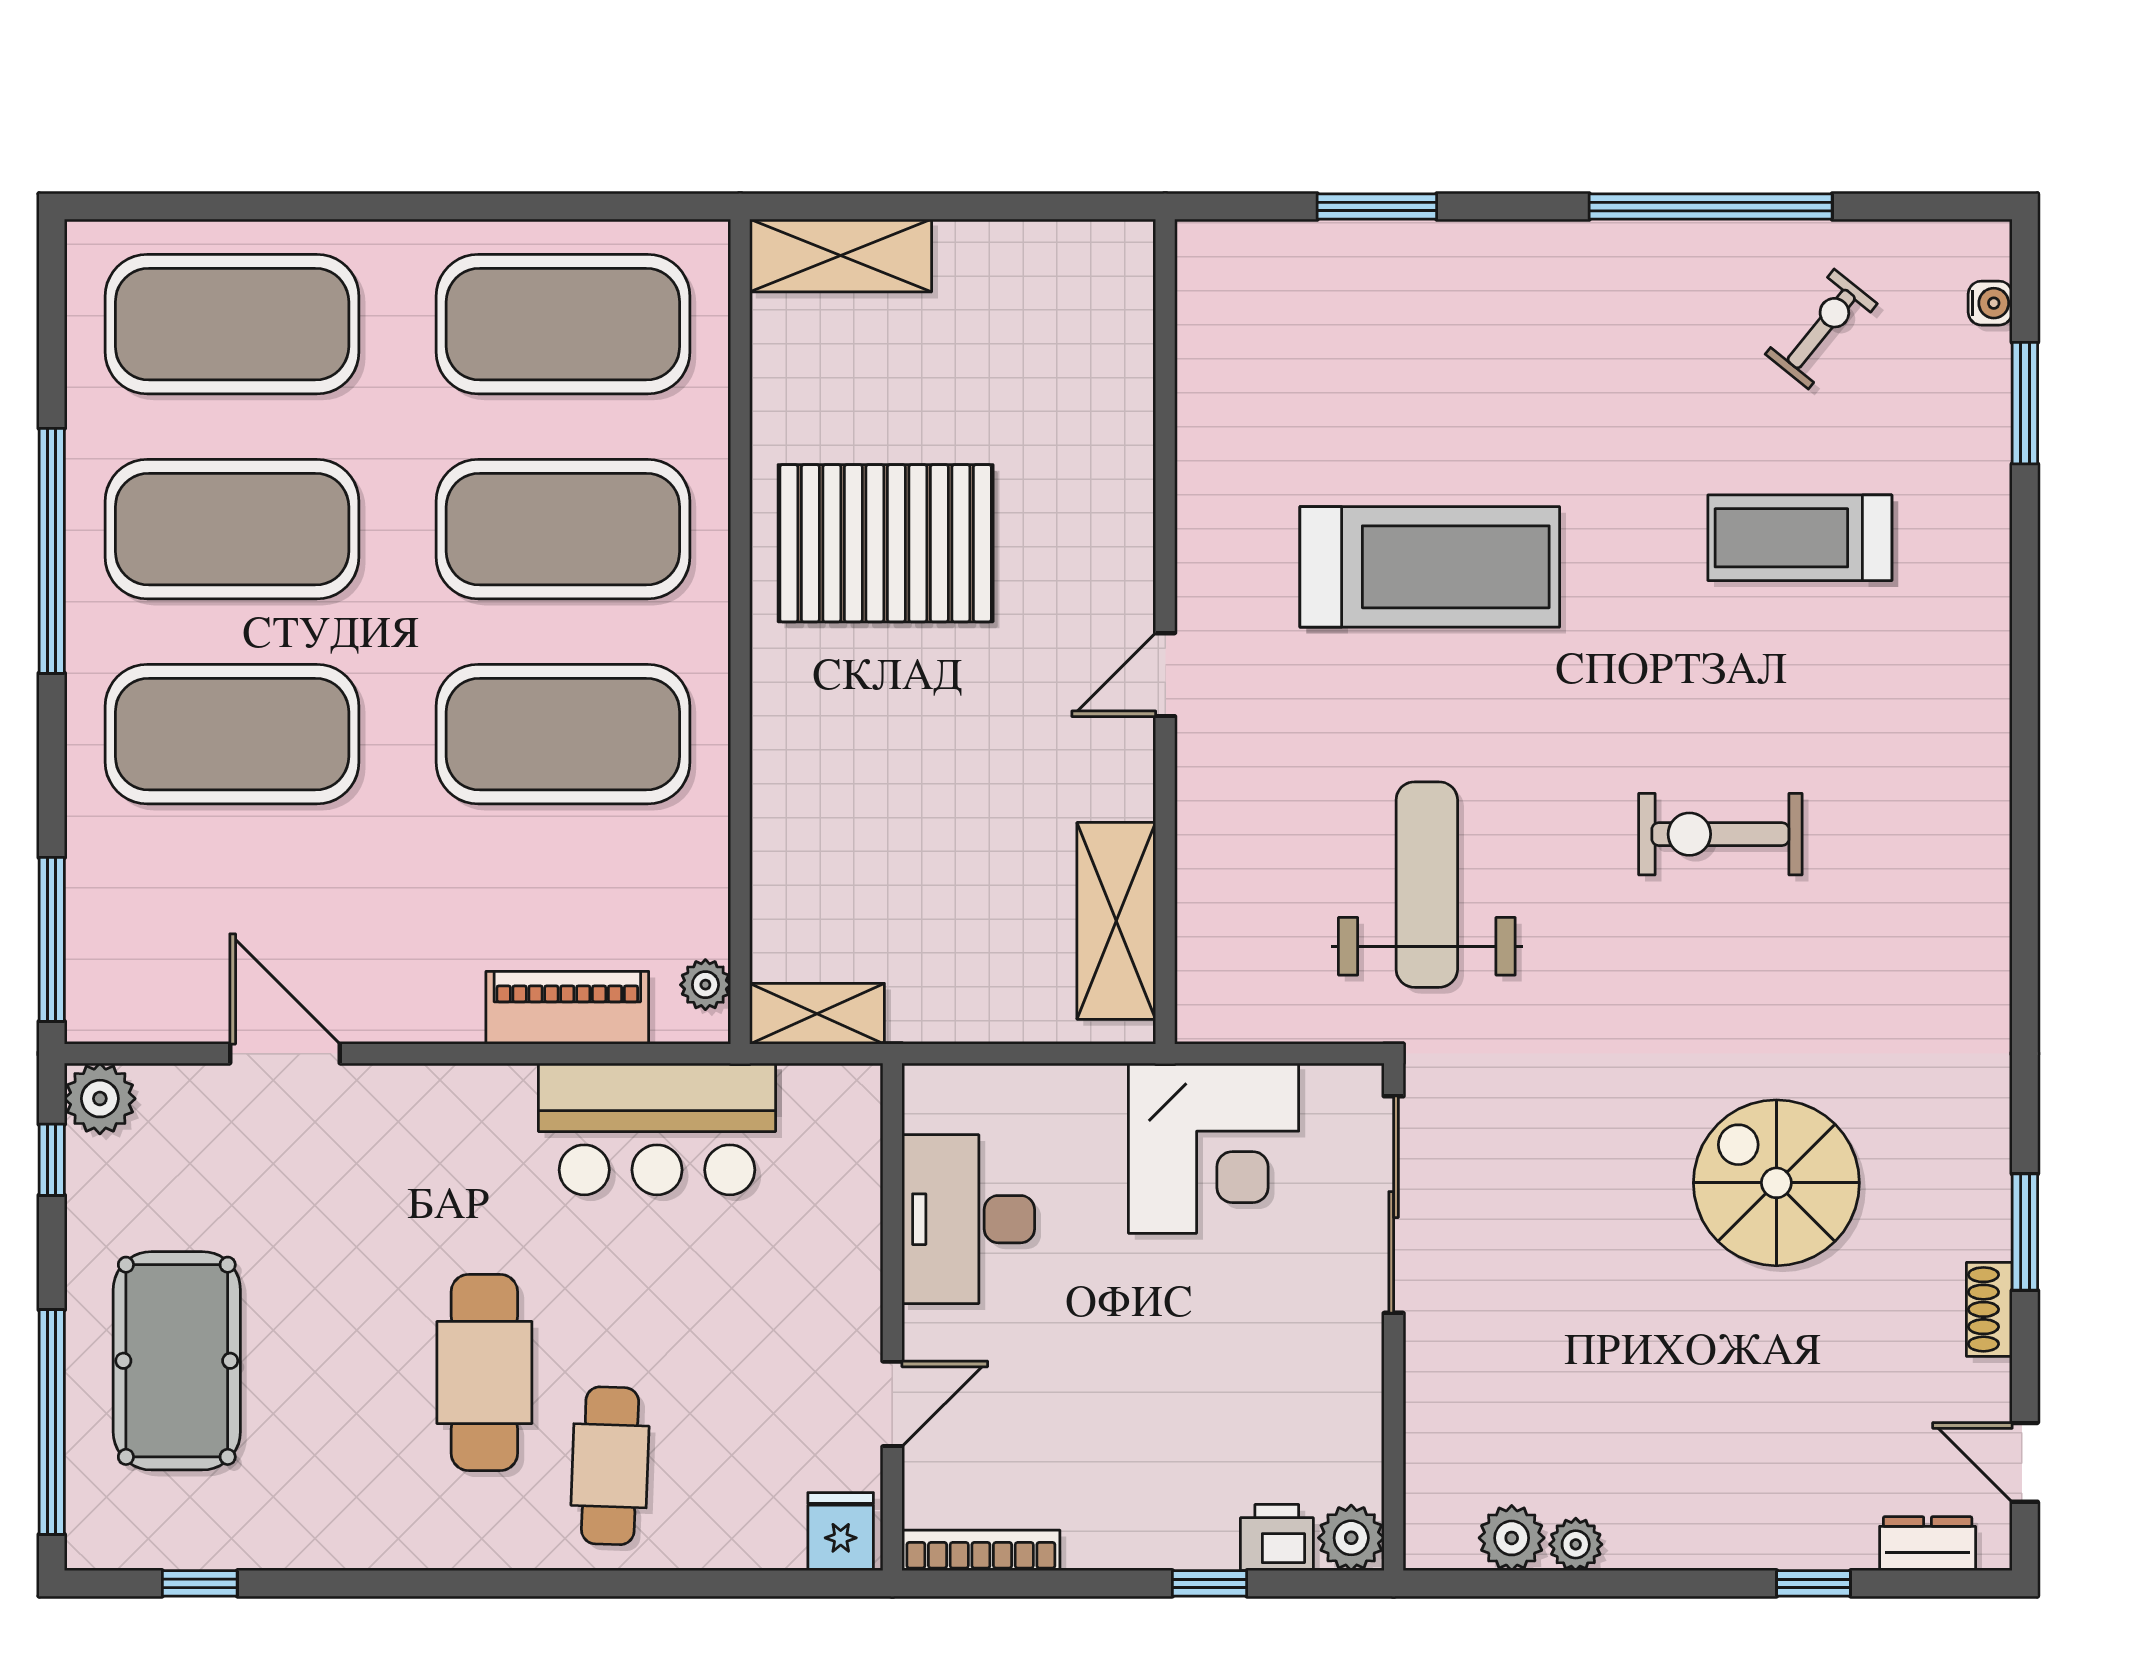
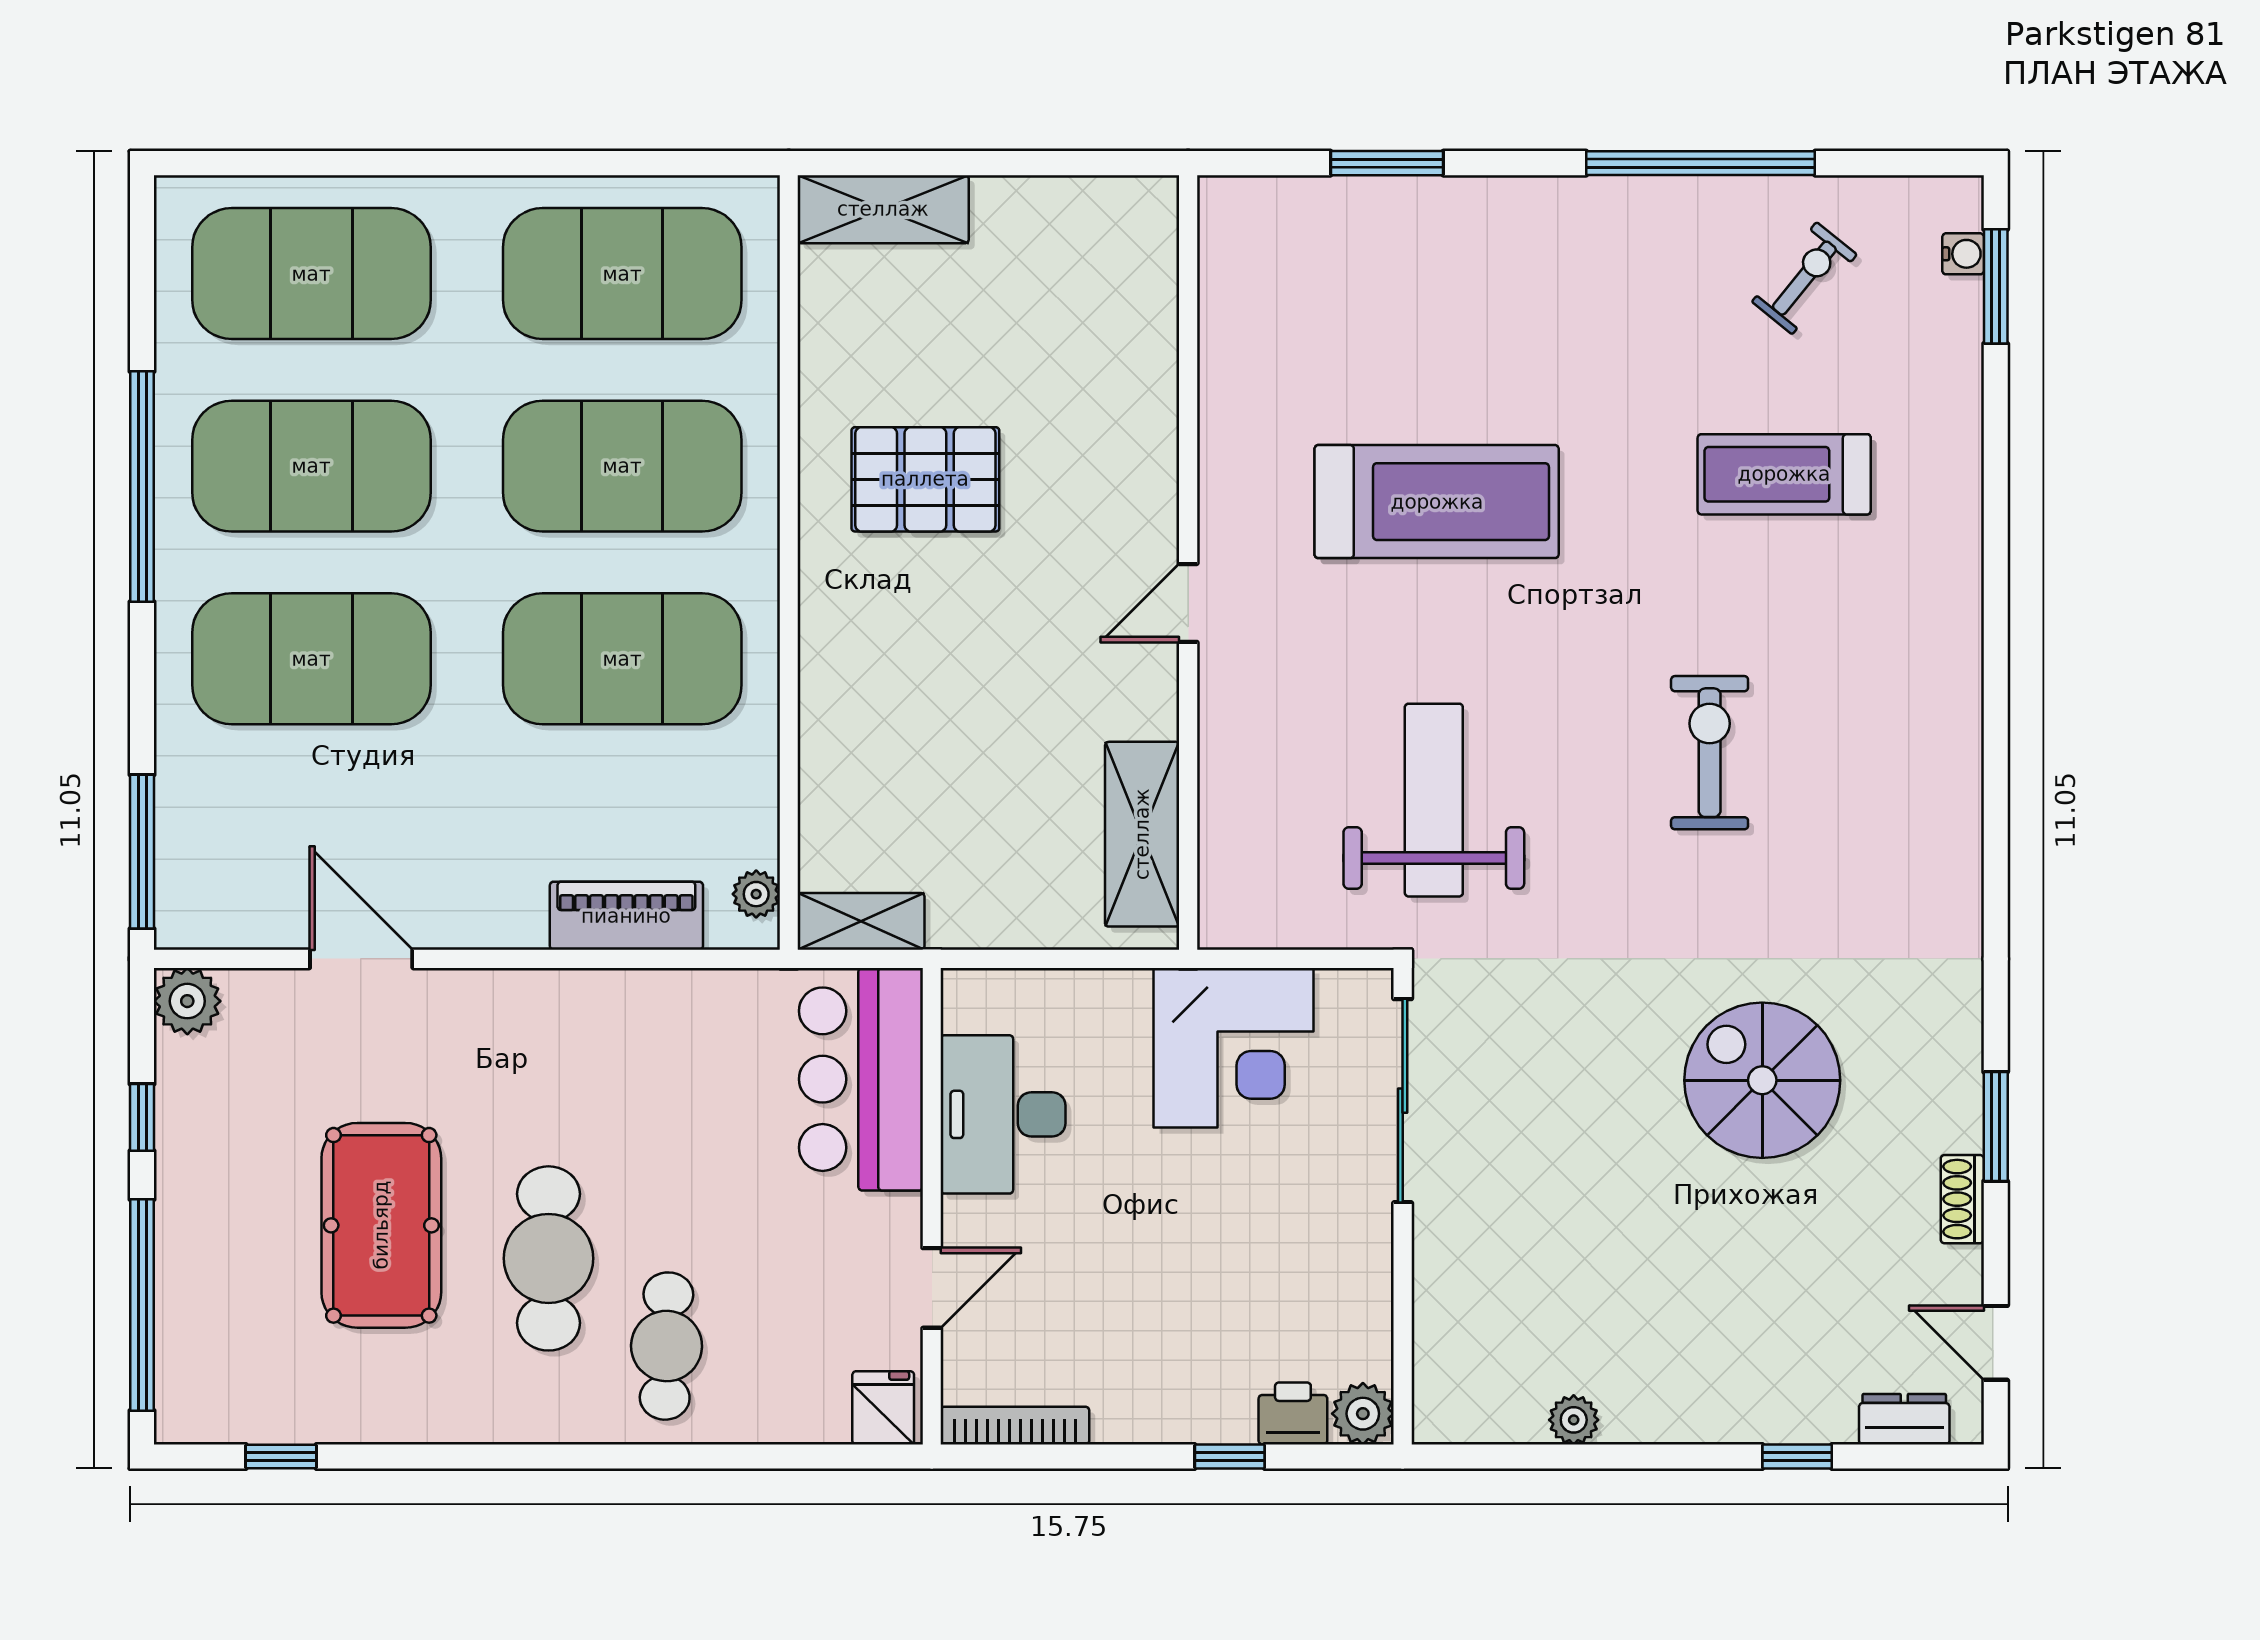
window: (2025, 403) -> (1996, 286), moved
pallet: (886, 543) -> (925, 479), width x0.73, depth x0.71
exercise bike: (1720, 834) -> (1710, 753), turned 90
bar counter: (657, 1129) -> (861, 1079), moved, turned 90
window: (52, 1160) -> (142, 1117), moved
pool table: (177, 1361) -> (381, 1225), moved
plant: (1512, 1538) -> (1514, 1414), removed

